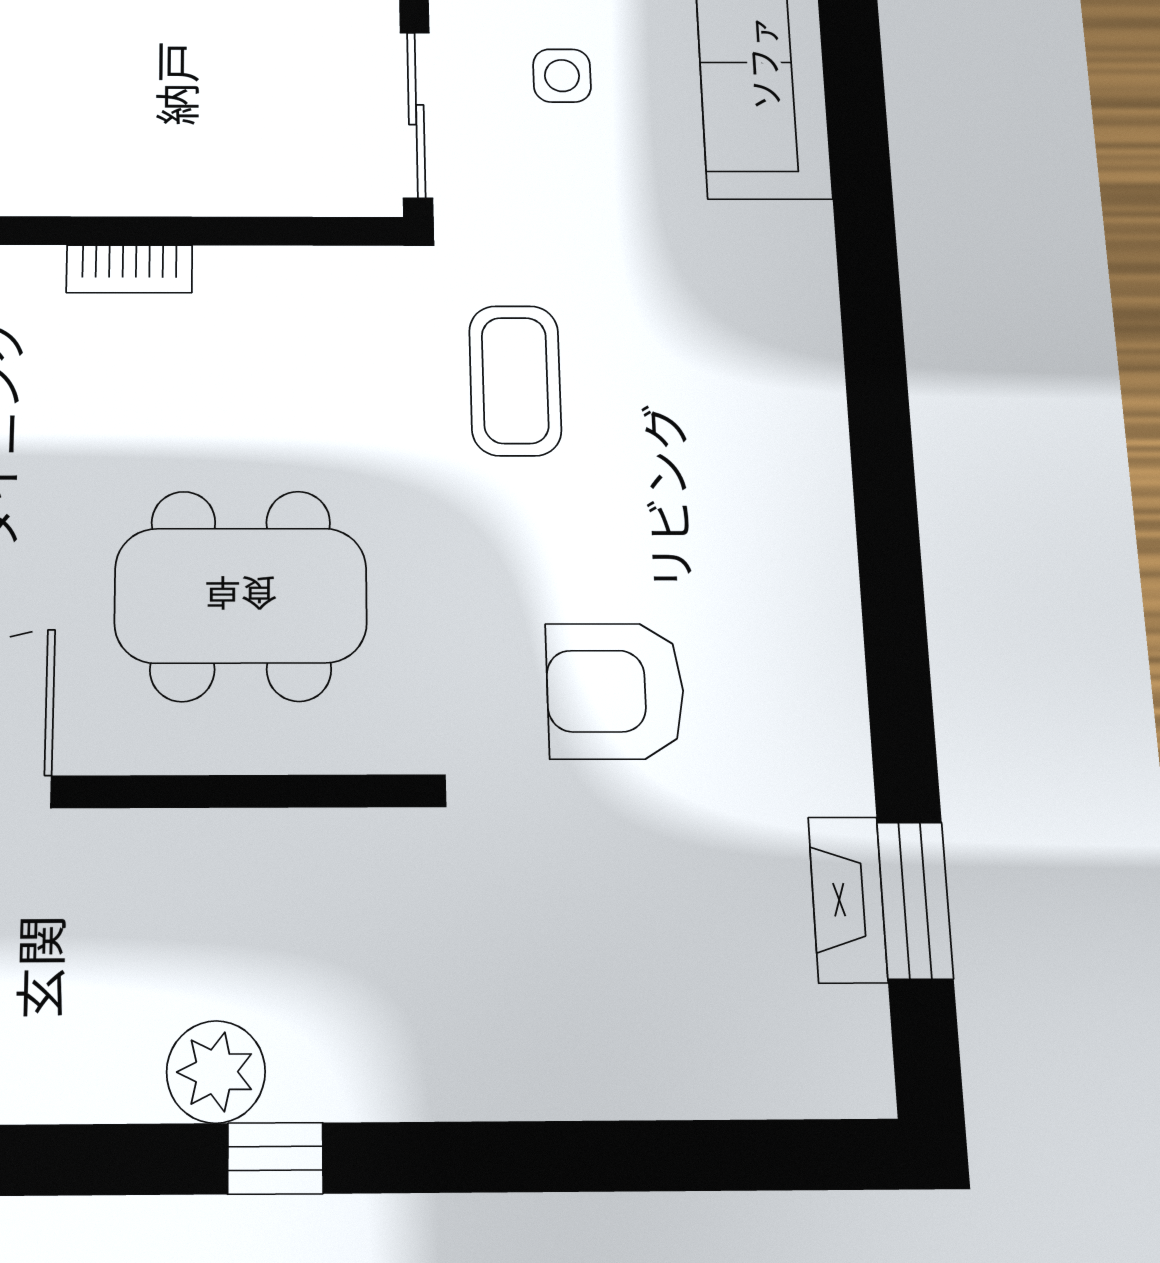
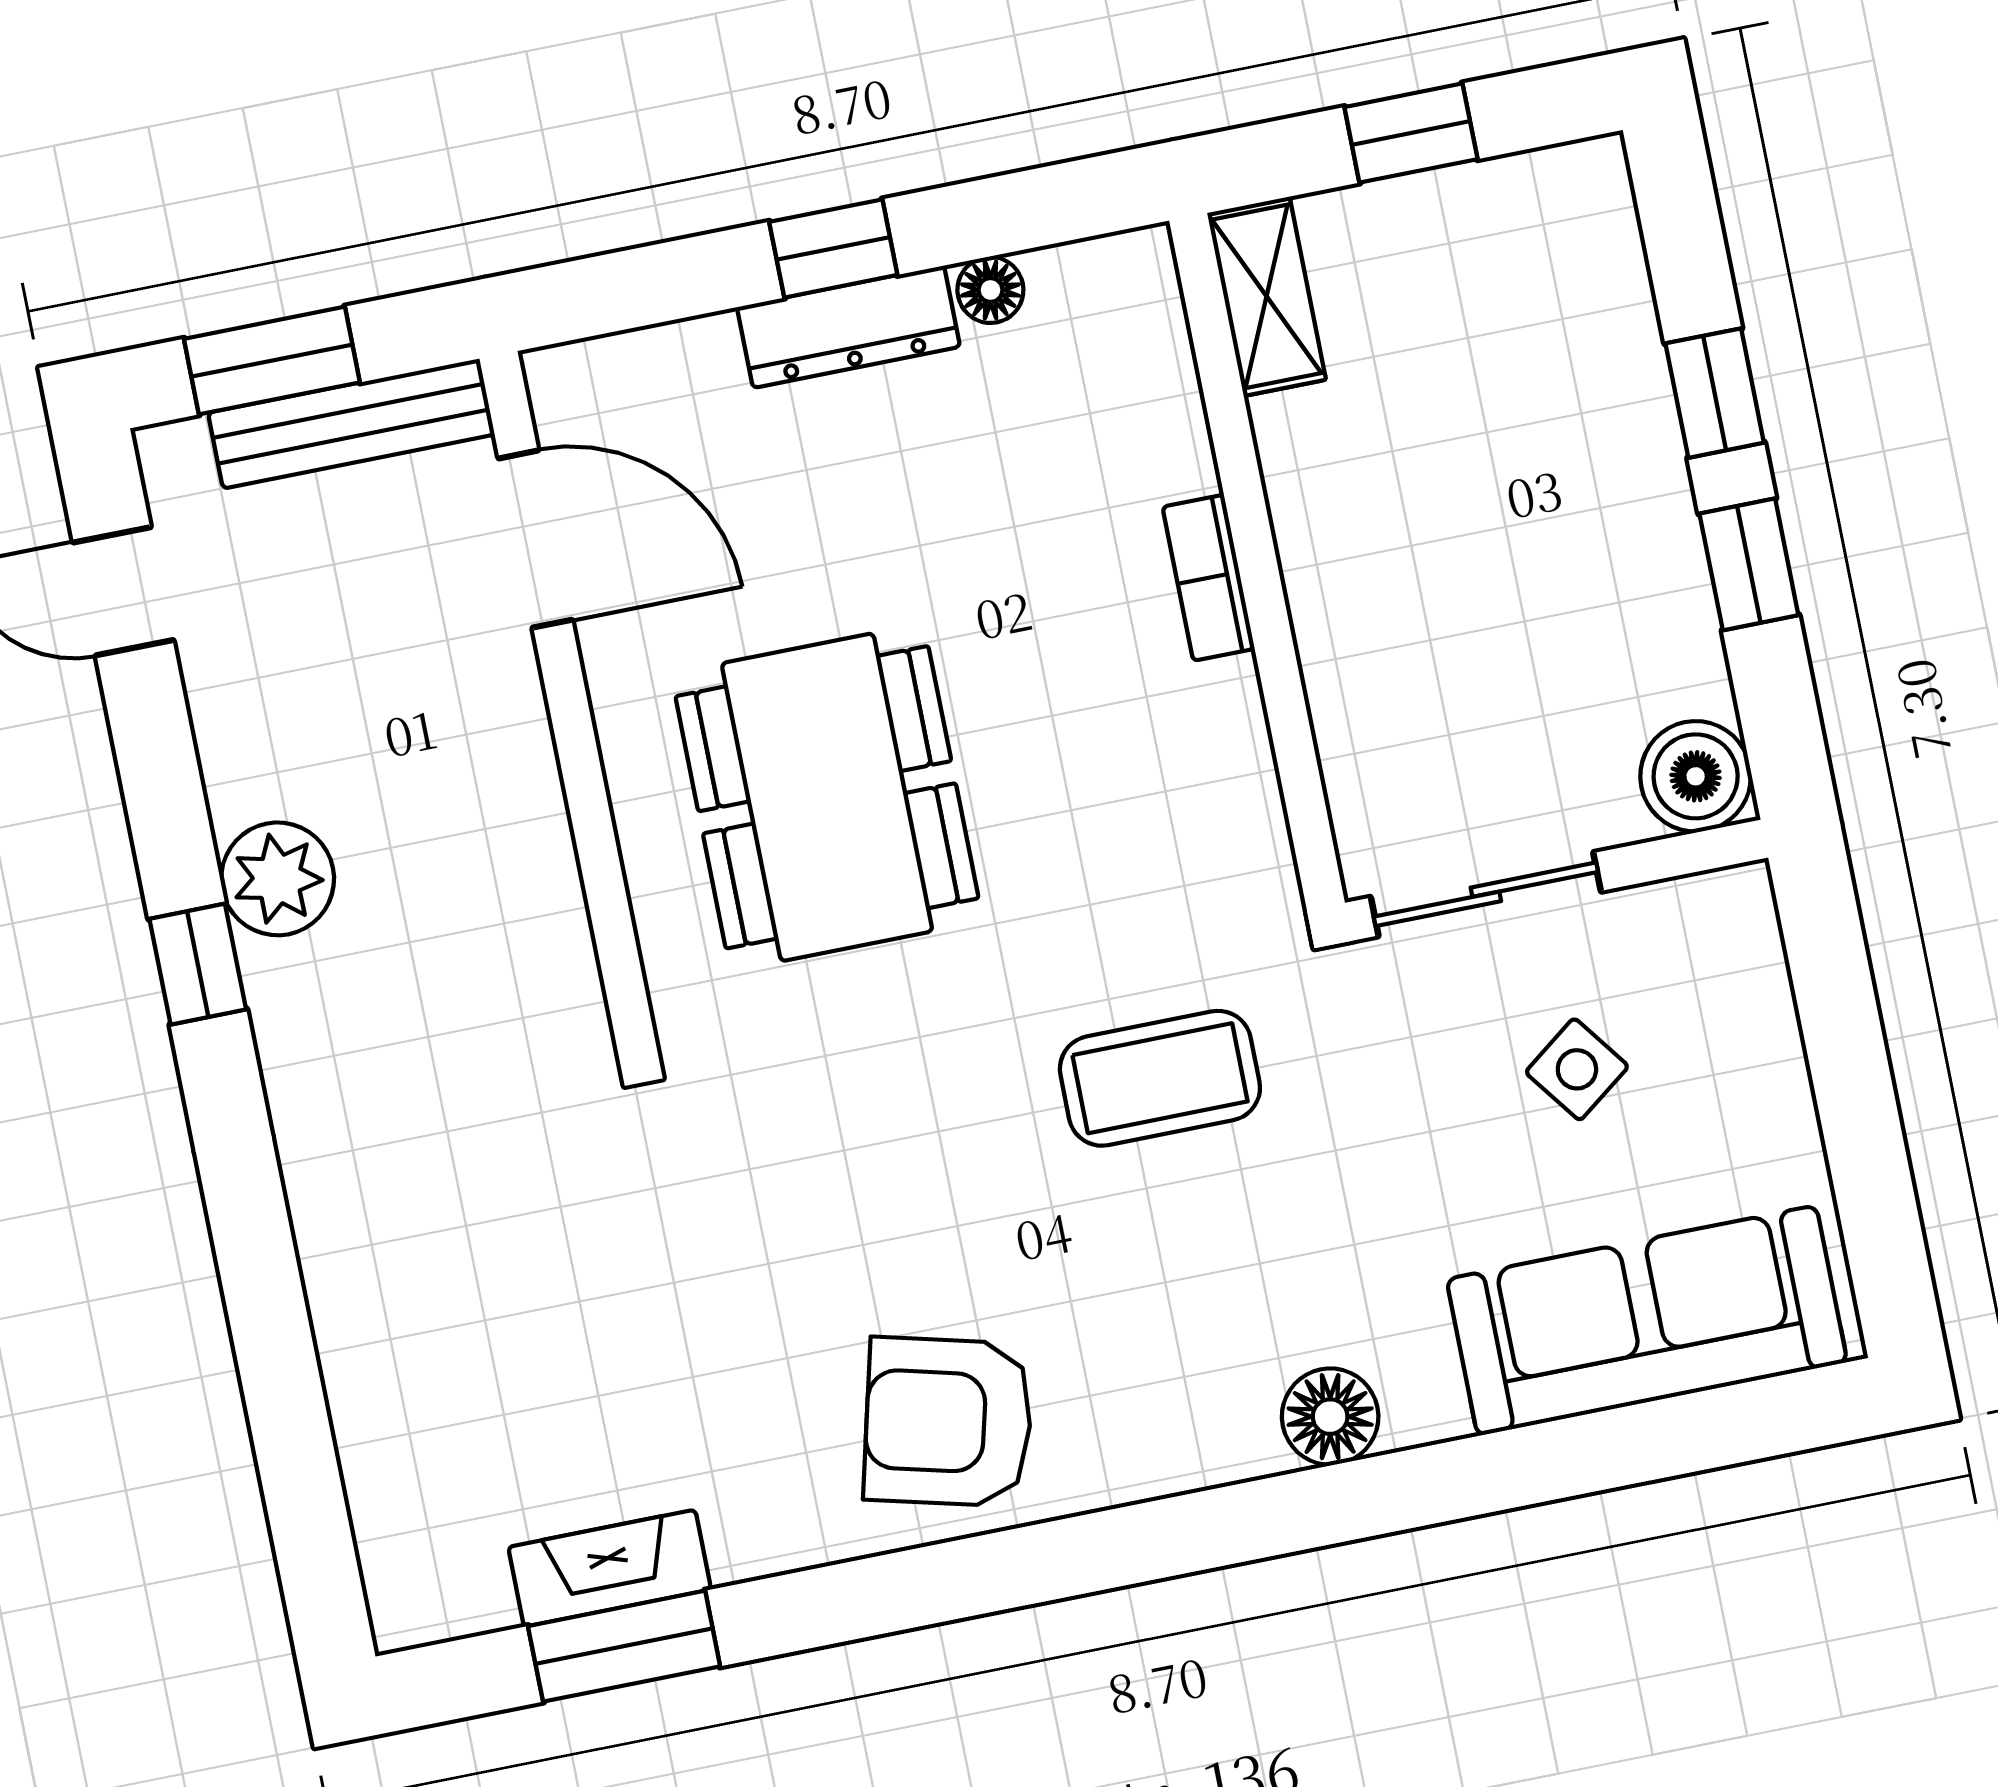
side table: (562, 76) -> (1577, 1069), turned -37
floor lamp: (802, 304) -> (1330, 1417), added
armchair: (615, 691) -> (948, 1422), moved, turned -76

